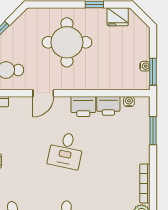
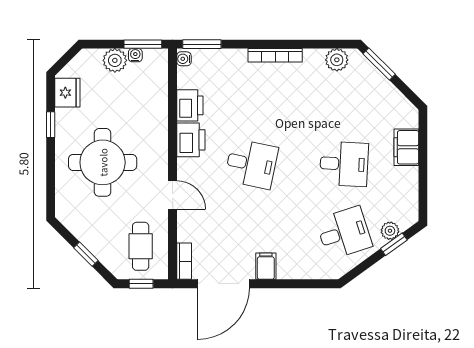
plant: (141, 51) -> (115, 60), added
water cooler: (129, 101) -> (184, 59), moved
window: (153, 131) -> (202, 44), moved
bookcase: (145, 183) -> (275, 55), moved

